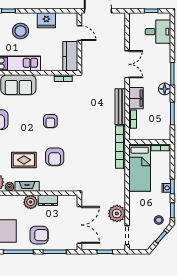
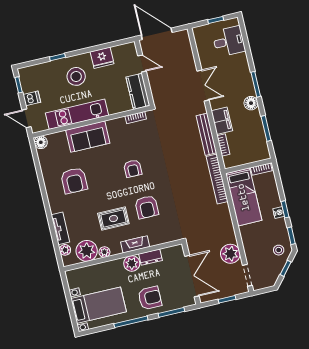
fireplace: (27, 186) -> (135, 244), moved

